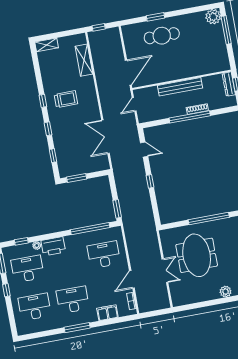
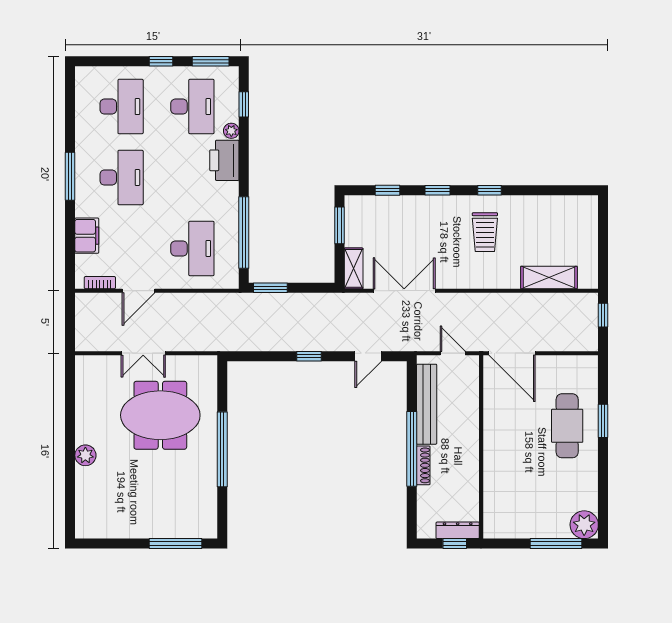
shelving: (47, 45) -> (354, 268), moved
bench: (180, 87) -> (427, 404), moved
door: (132, 279) -> (139, 291), swing flipped

